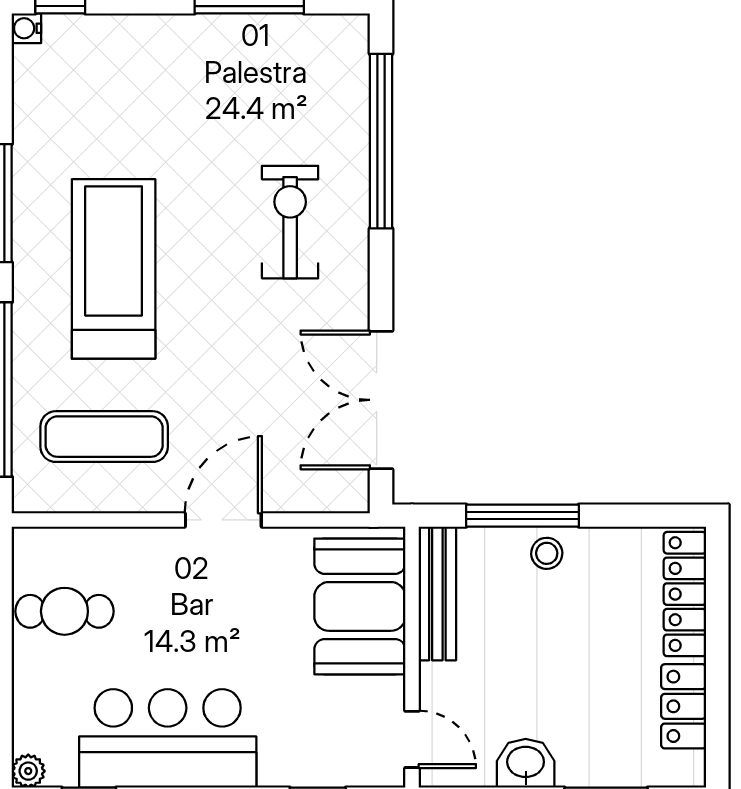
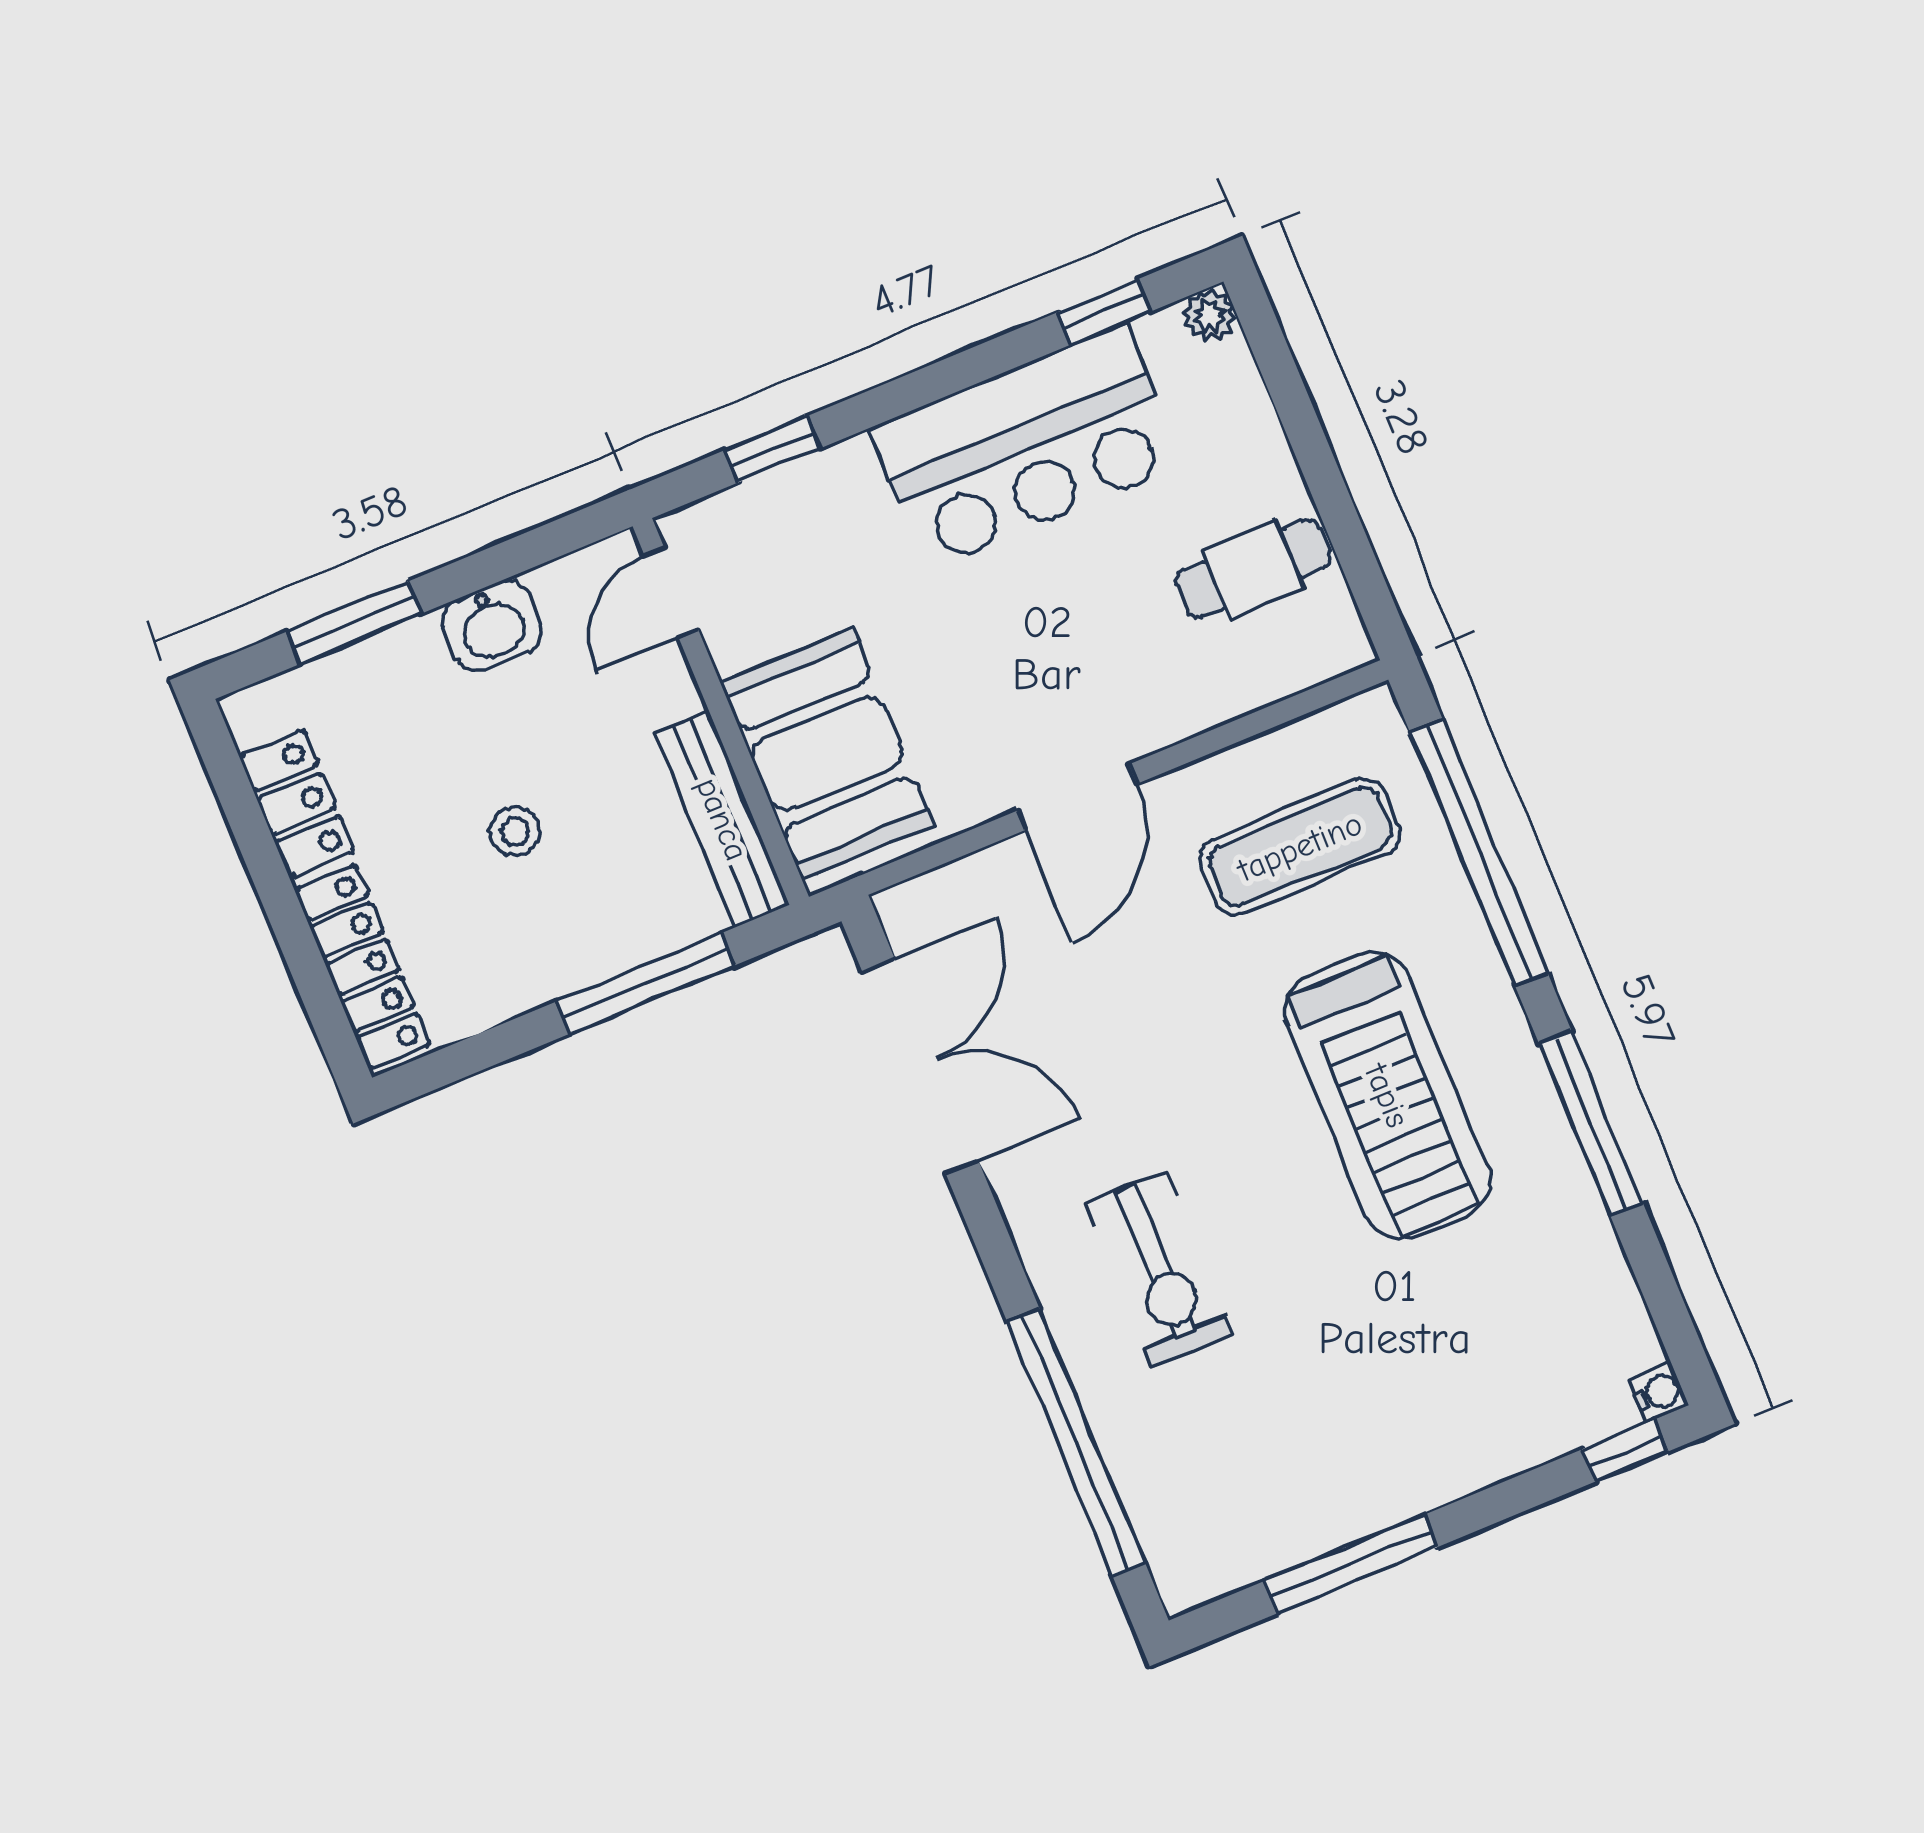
stool: (547, 553) -> (515, 831), moved
door: (412, 739) -> (671, 592), hinge flipped

